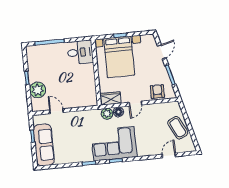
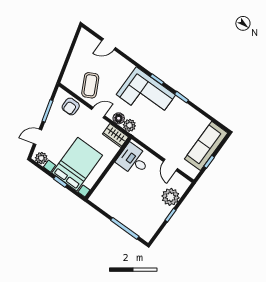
plant: (147, 40) -> (41, 158), added
desk: (80, 52) -> (133, 160), moved
coffee table: (178, 128) -> (90, 85), moved

